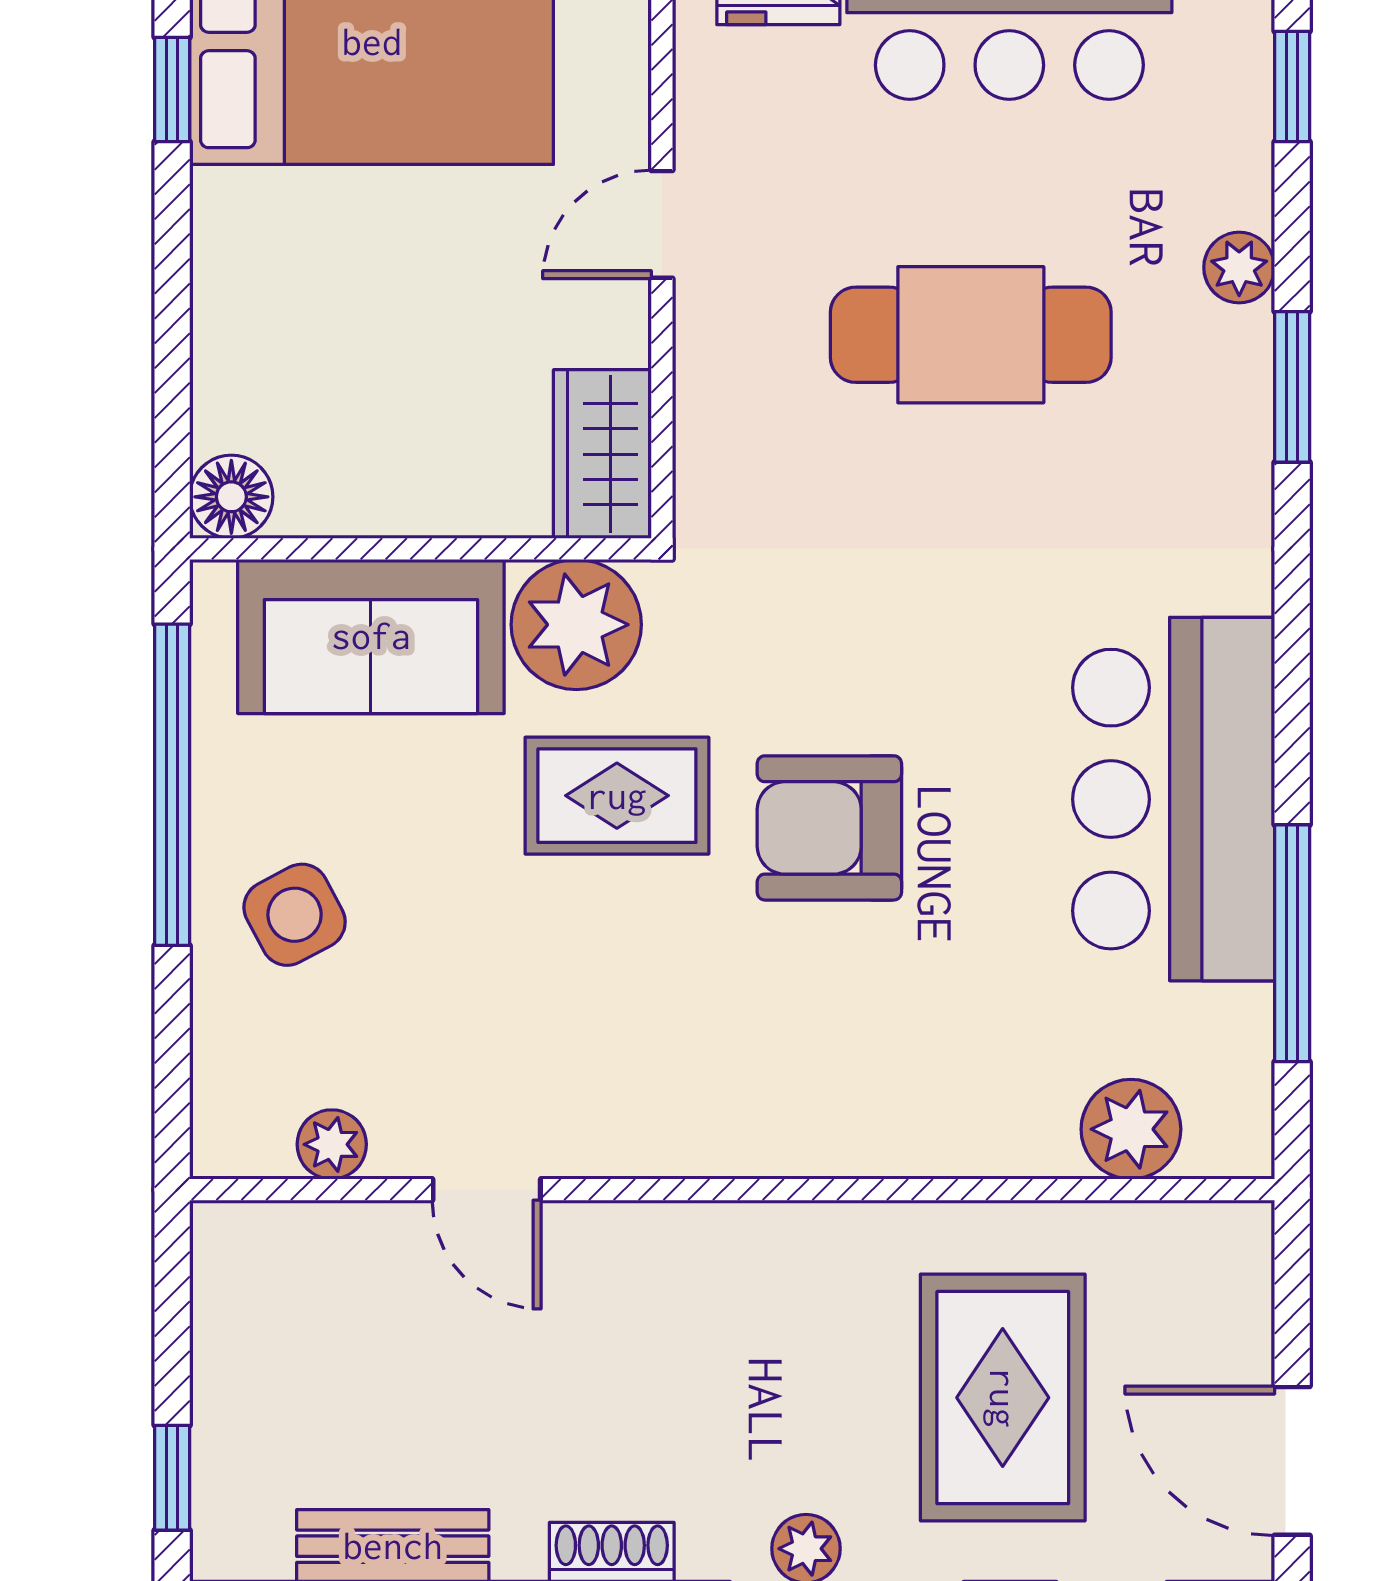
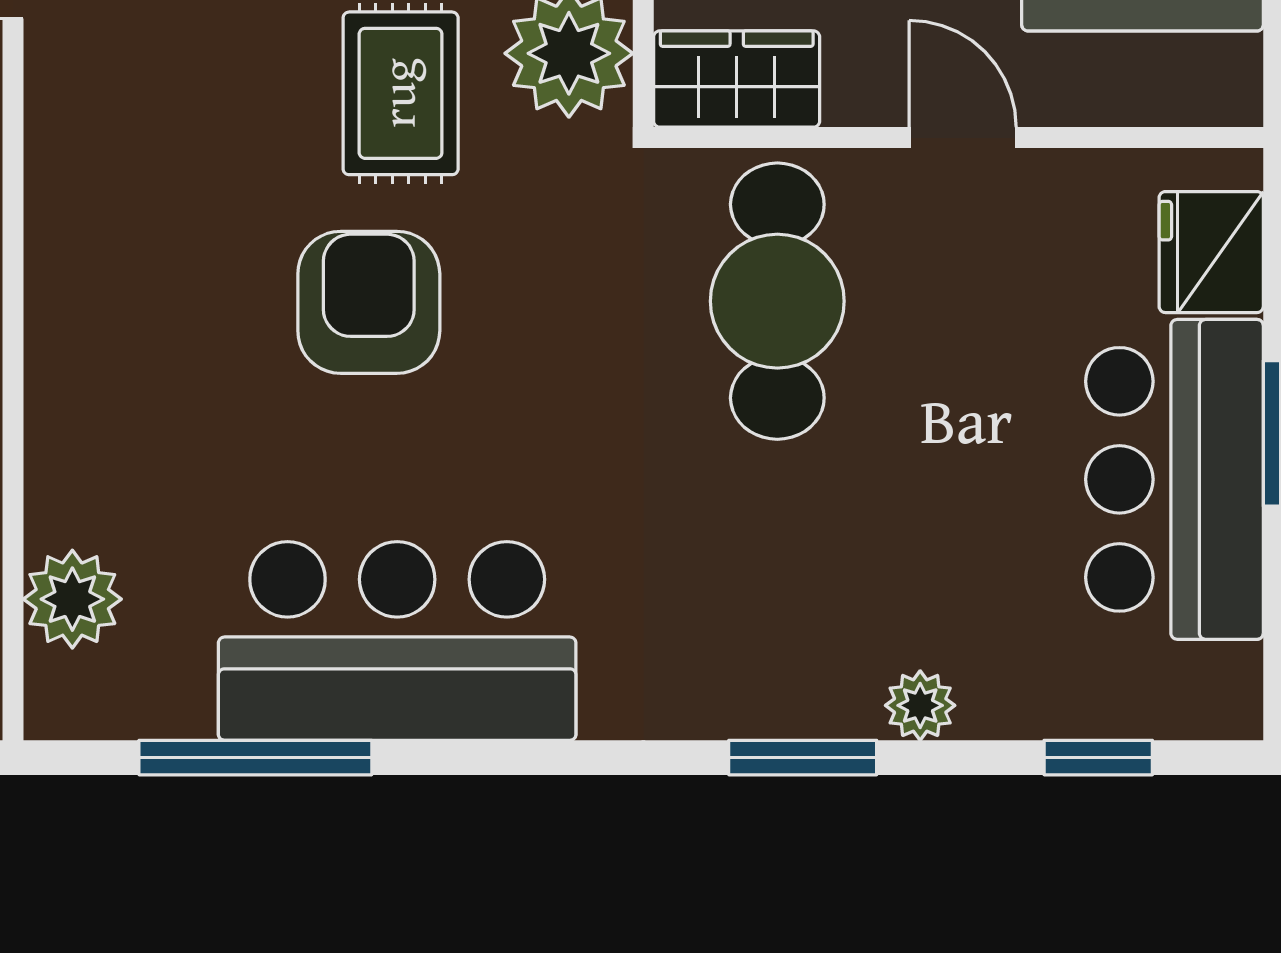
cafe table: (971, 335) -> (777, 301), moved

